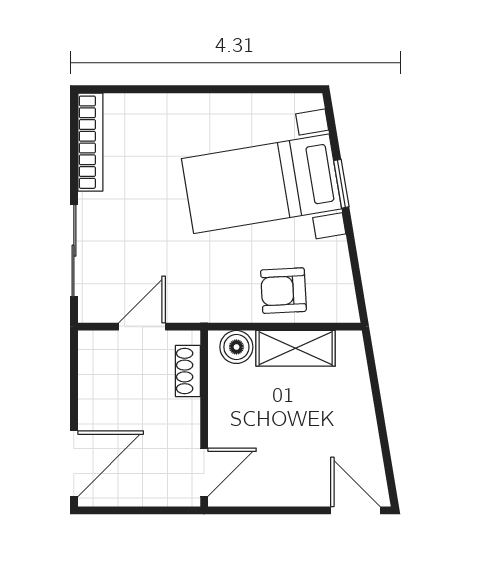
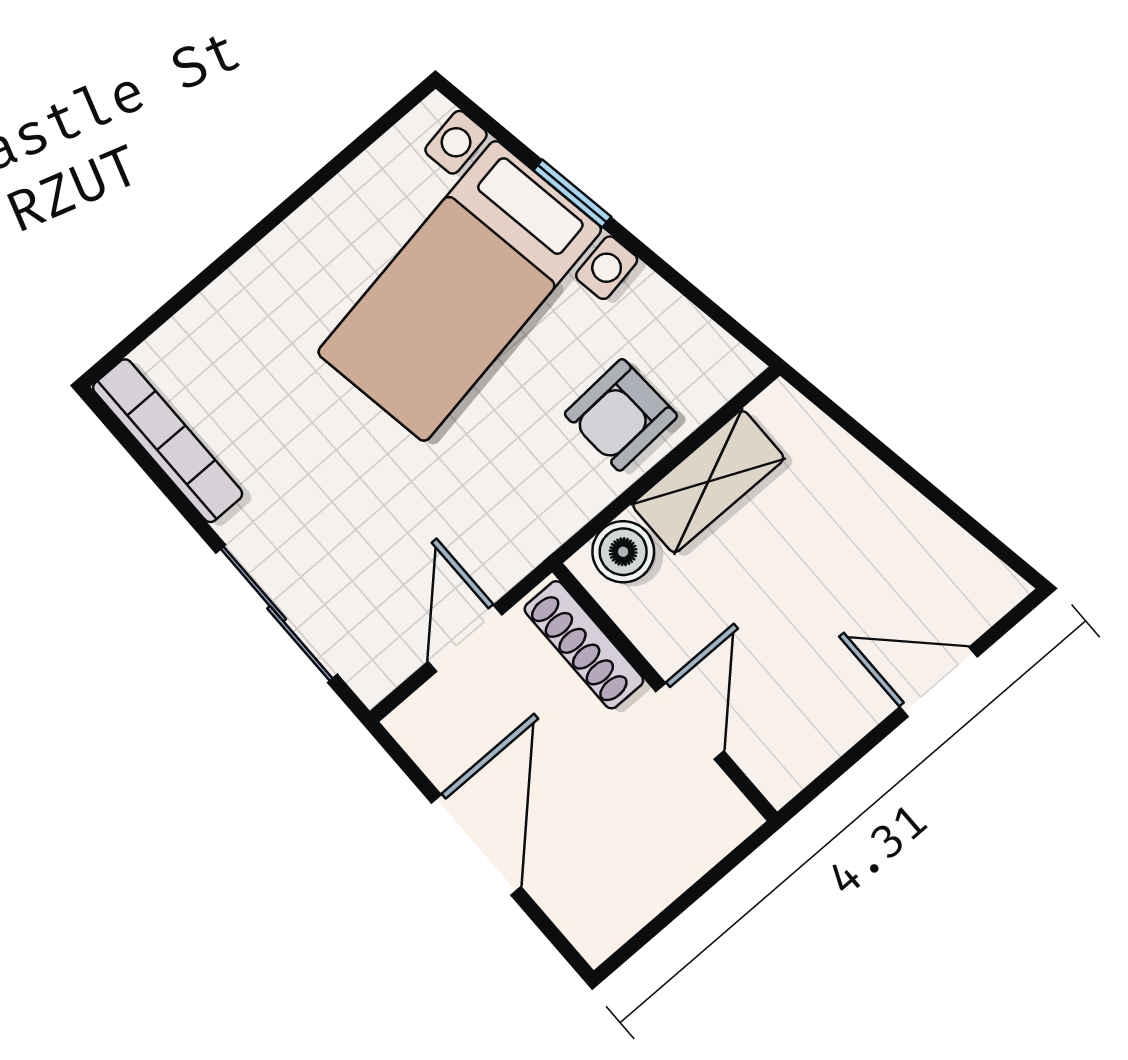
shoe rack: (188, 371) -> (584, 645), width x1.43
door: (74, 464) -> (476, 845), moved
door: (204, 472) -> (690, 721), moved
door: (355, 510) -> (939, 682), moved

